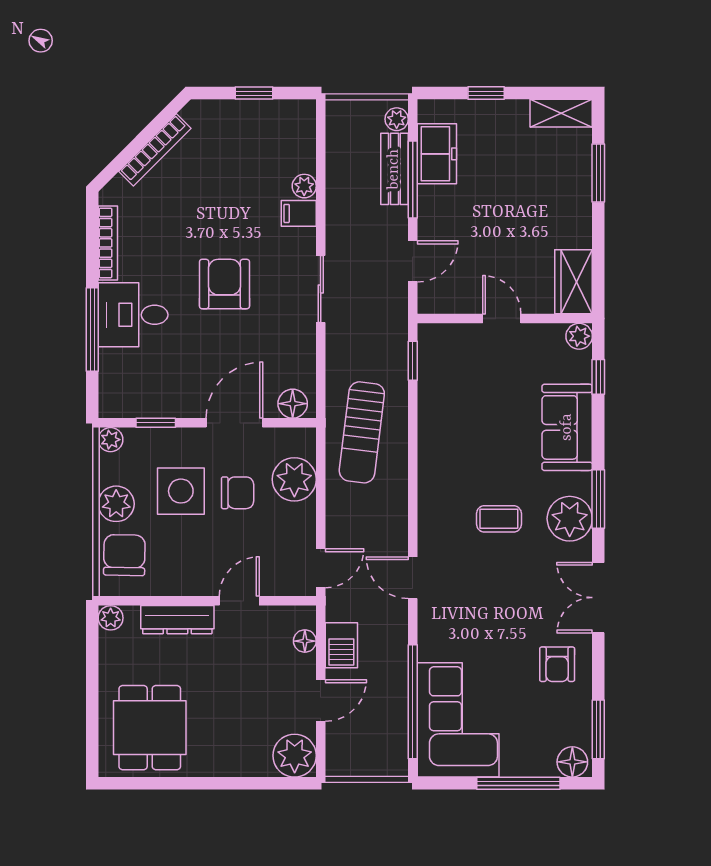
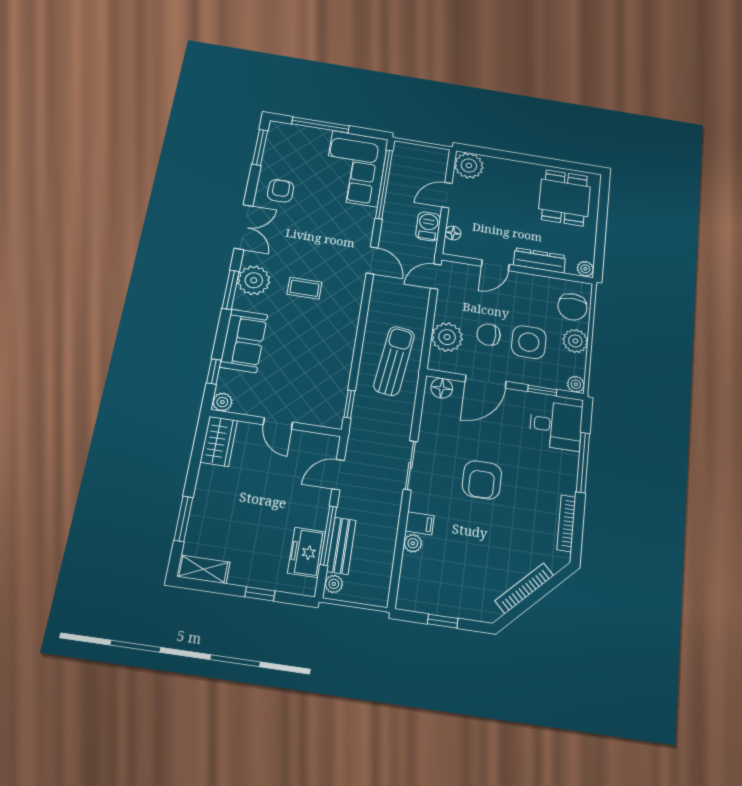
desk: (133, 315) -> (556, 425), moved
floor lamp: (572, 762) -> (282, 131), removed

